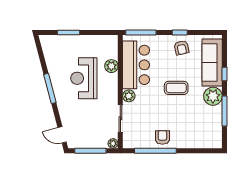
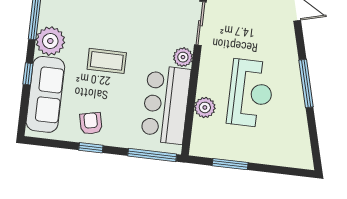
window: (68, 32) -> (230, 164), moved

